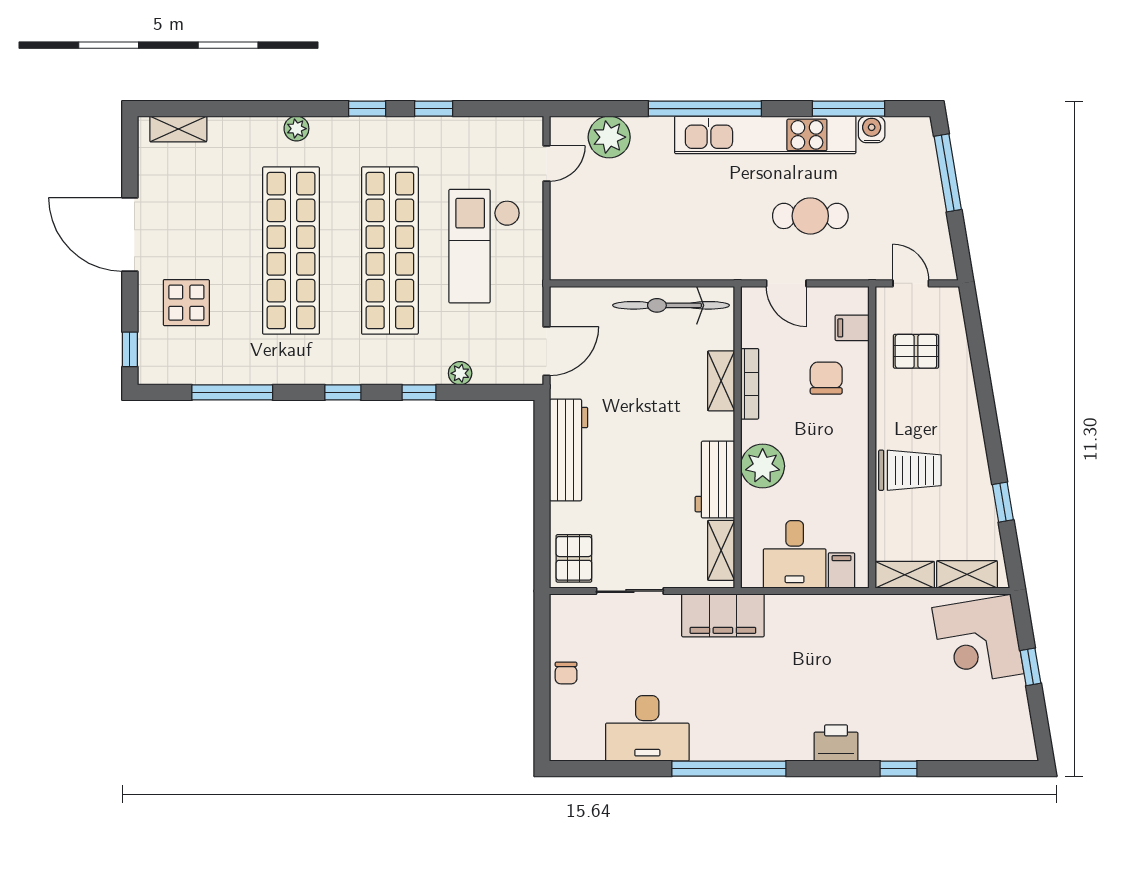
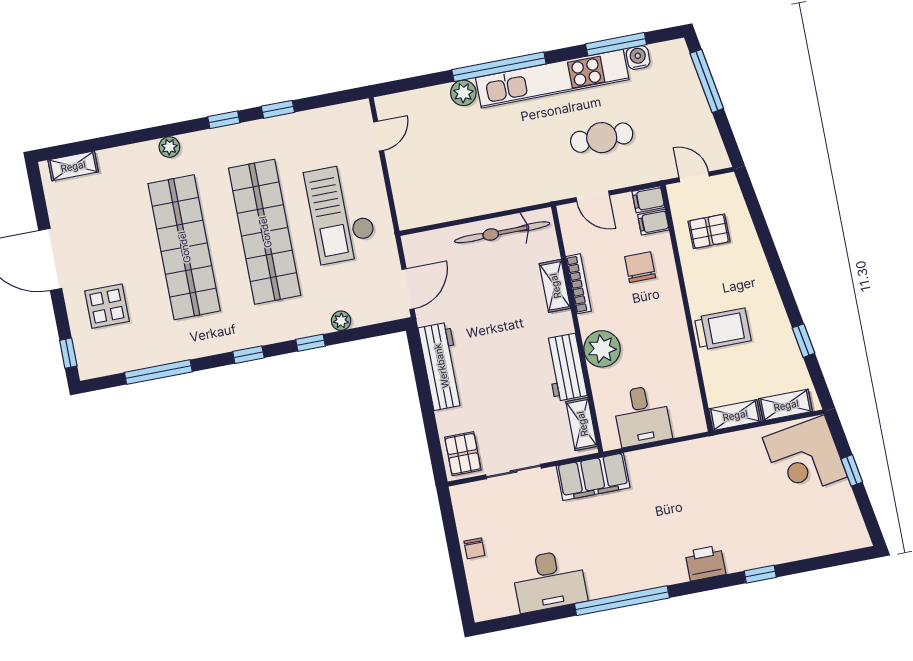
plant: (609, 137) -> (463, 93), moved, width x0.73, depth x0.73
filing cabinet: (841, 570) -> (648, 199), moved, turned -90

